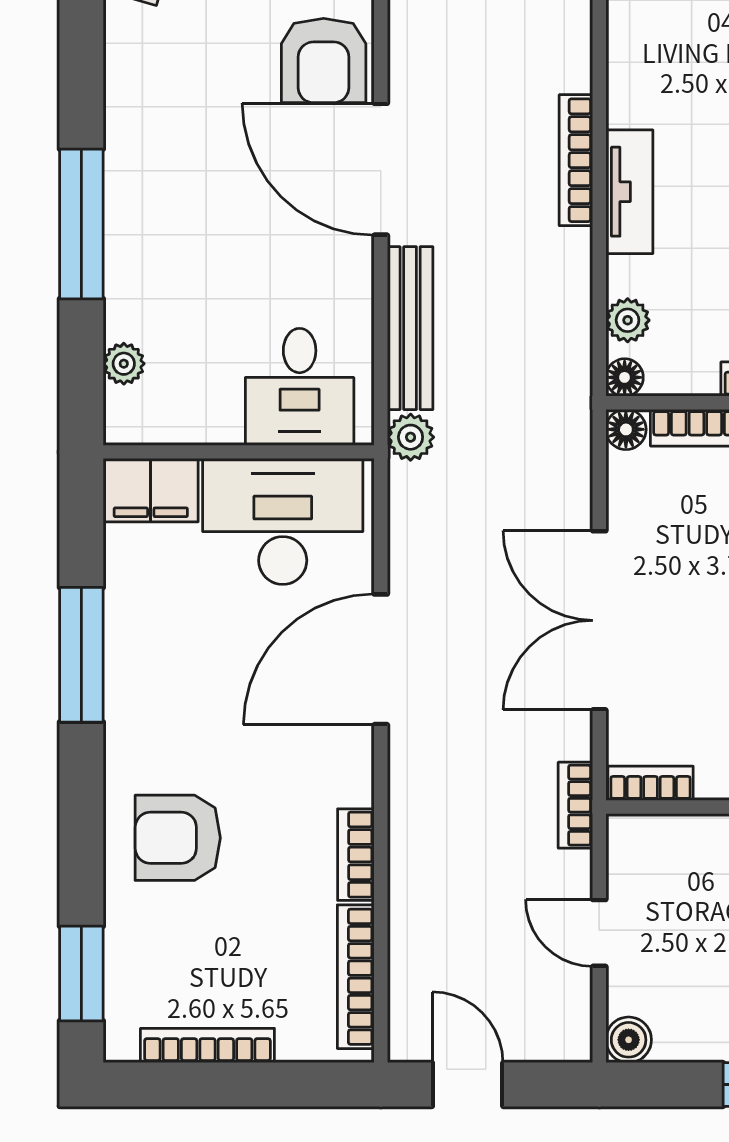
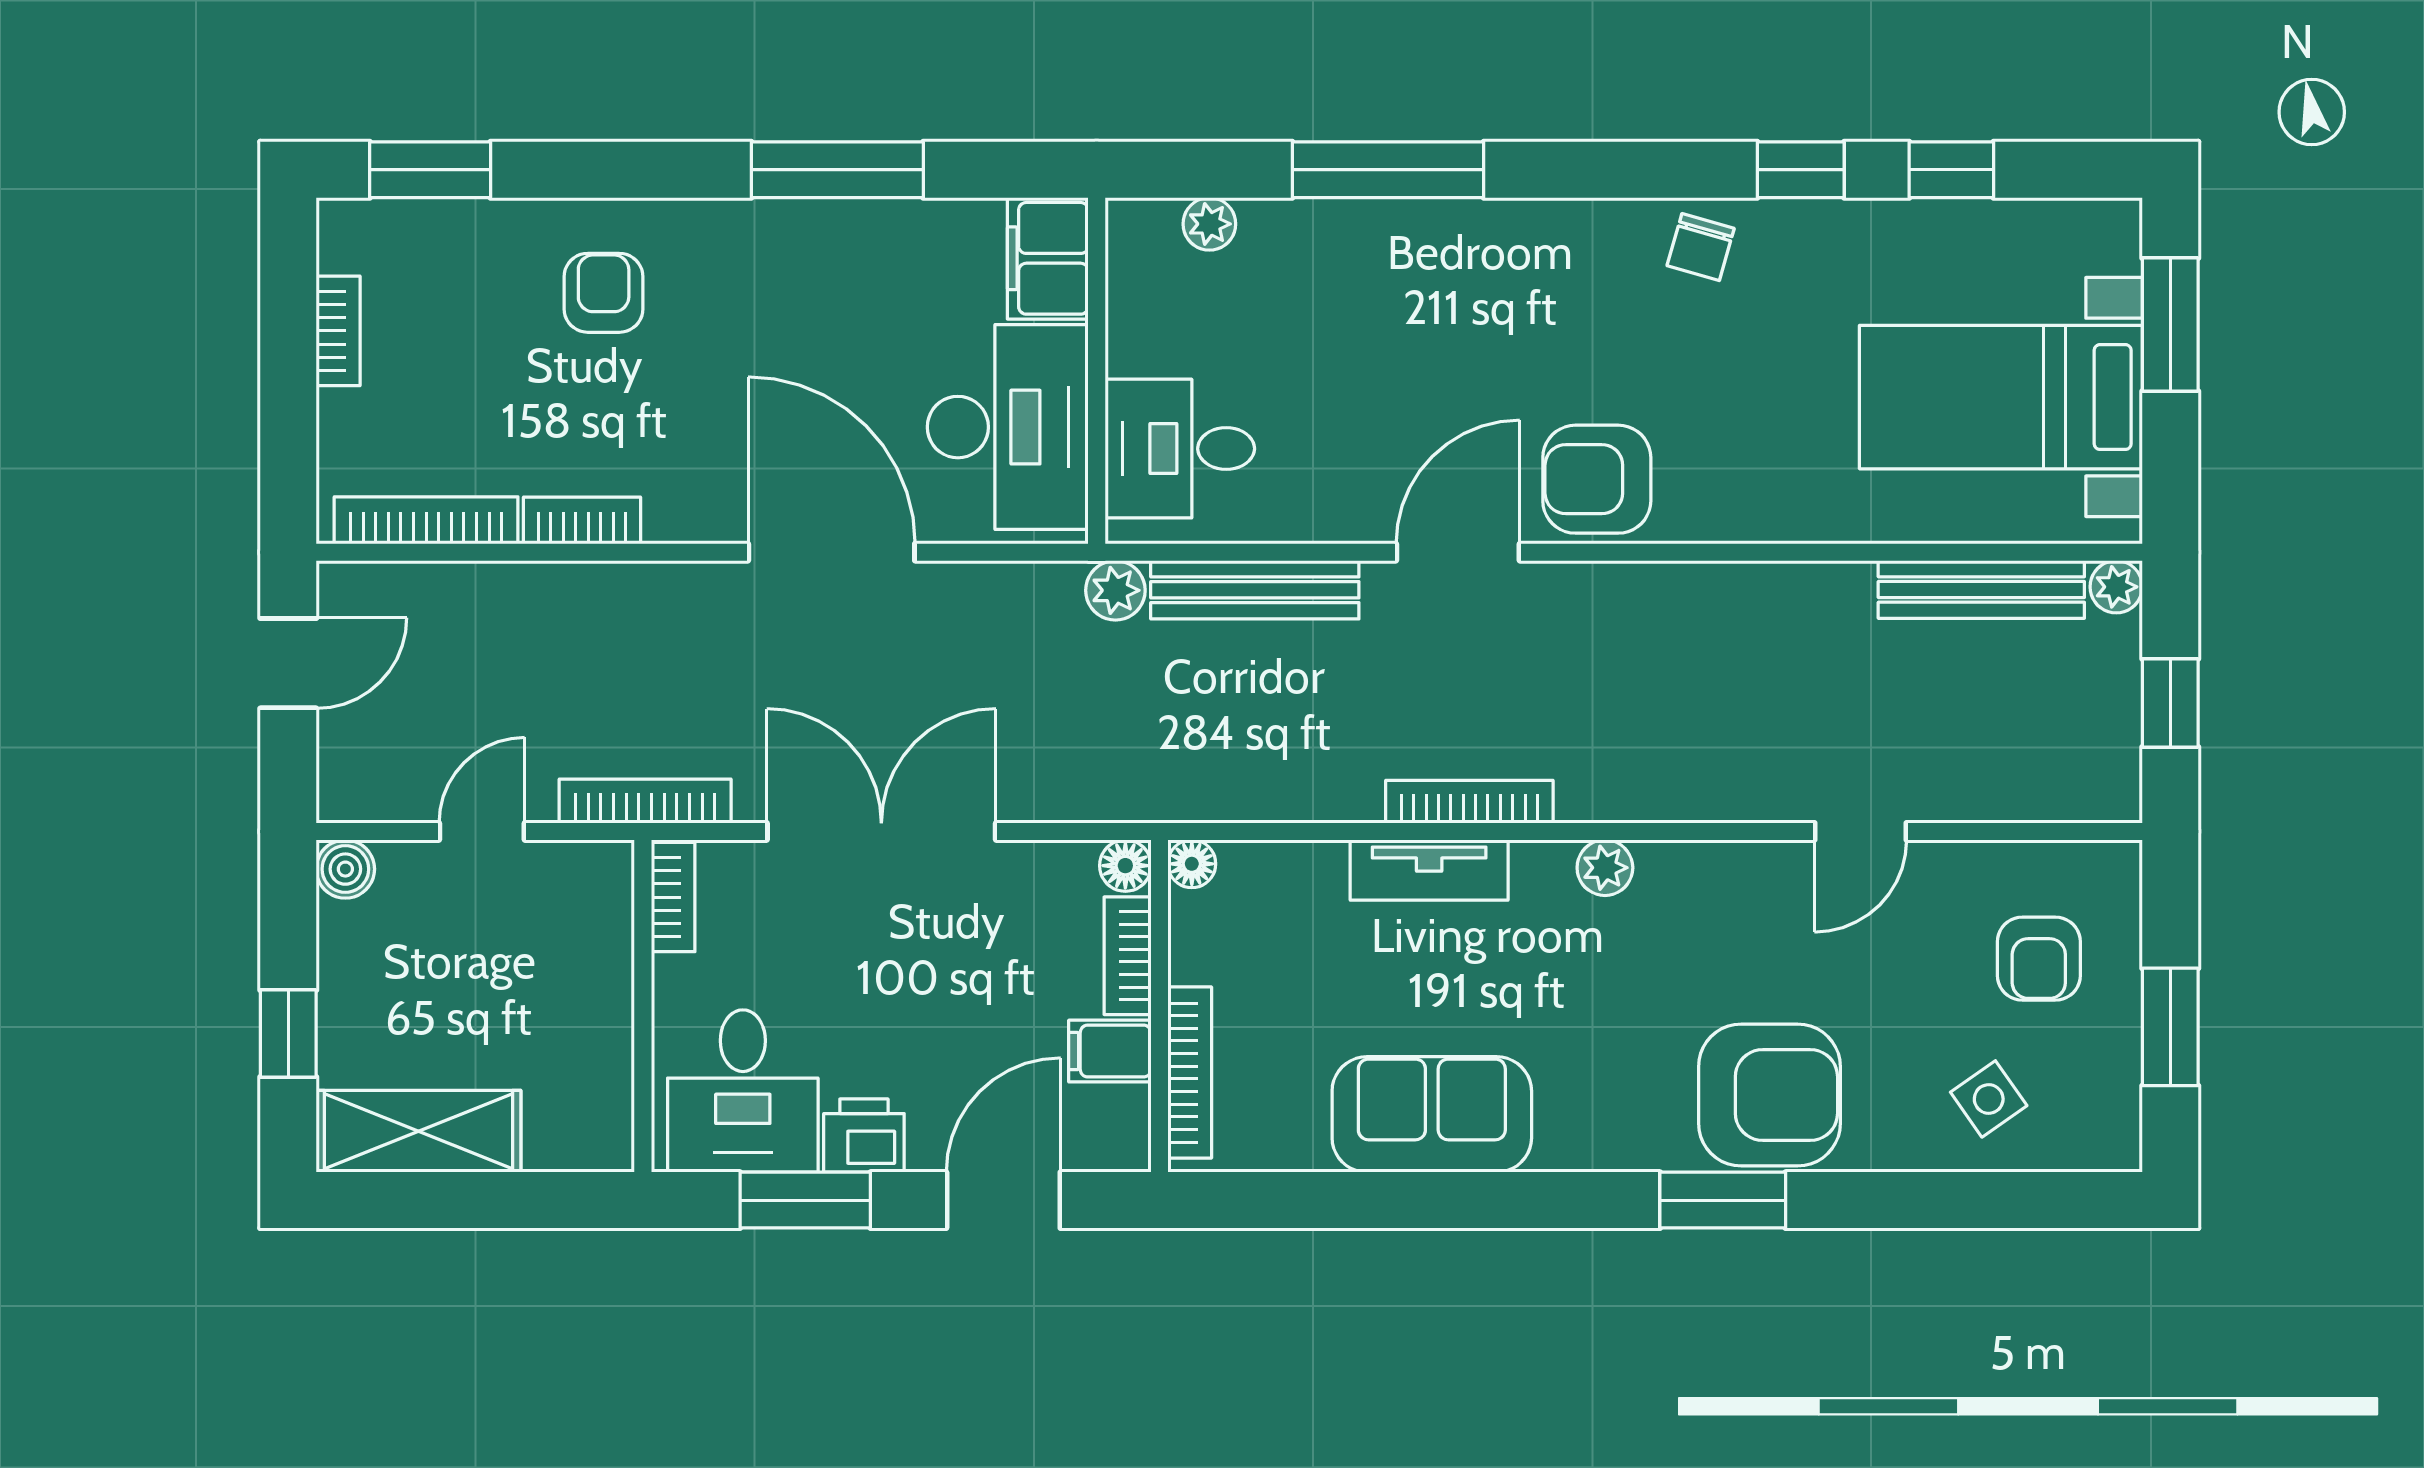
door: (381, 169) -> (1458, 552), width x0.73
plant: (628, 320) -> (1605, 868), moved
bookcase: (575, 805) -> (645, 801), width x1.56
armchair: (178, 838) -> (604, 293), width x0.72, depth x0.72
bookcase: (207, 1045) -> (338, 331), width x0.64

